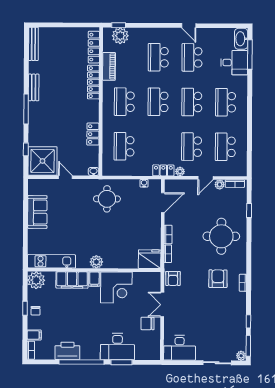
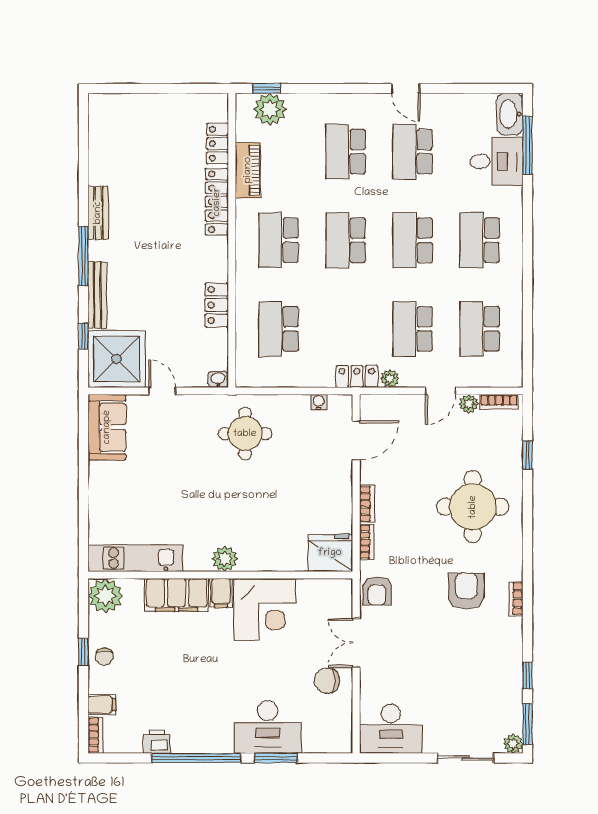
bench: (33, 44) -> (97, 295), moved
locker: (94, 47) -> (217, 144), width x0.66
sofa: (37, 212) -> (107, 427), moved
printer: (67, 351) -> (157, 742), width x0.53, depth x0.68

